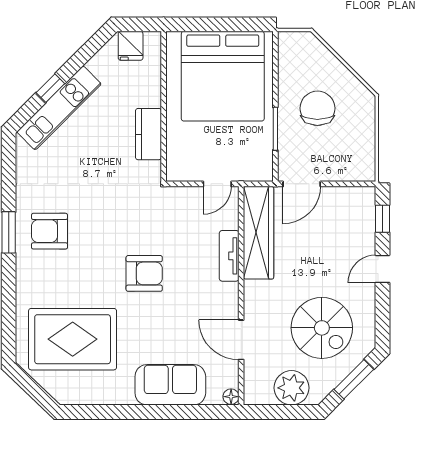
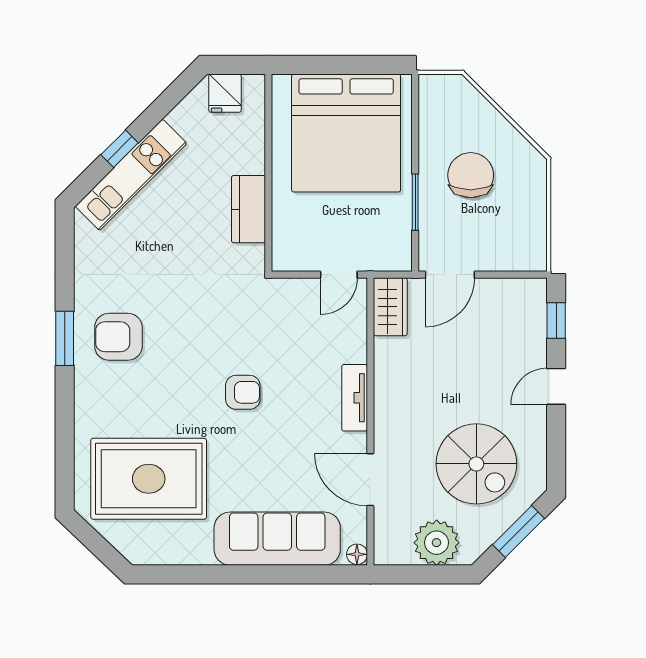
wardrobe: (258, 233) -> (390, 307), width x0.48, depth x0.85
tv unit: (229, 256) -> (355, 398), moved
armchair: (144, 273) -> (243, 392), width x0.72, depth x0.72
sofa: (170, 385) -> (277, 539), width x1.36

